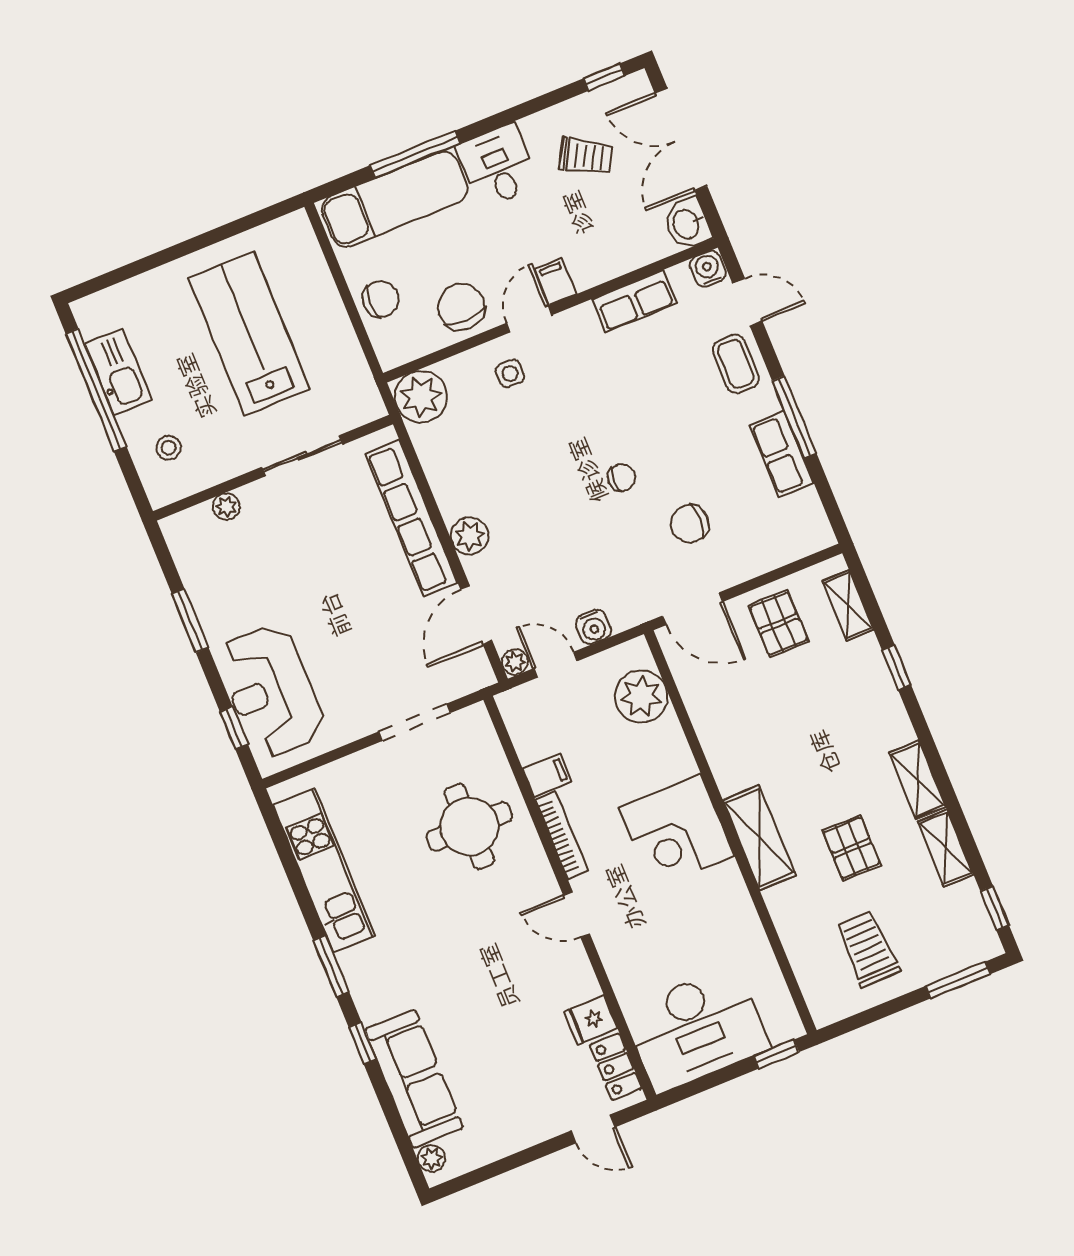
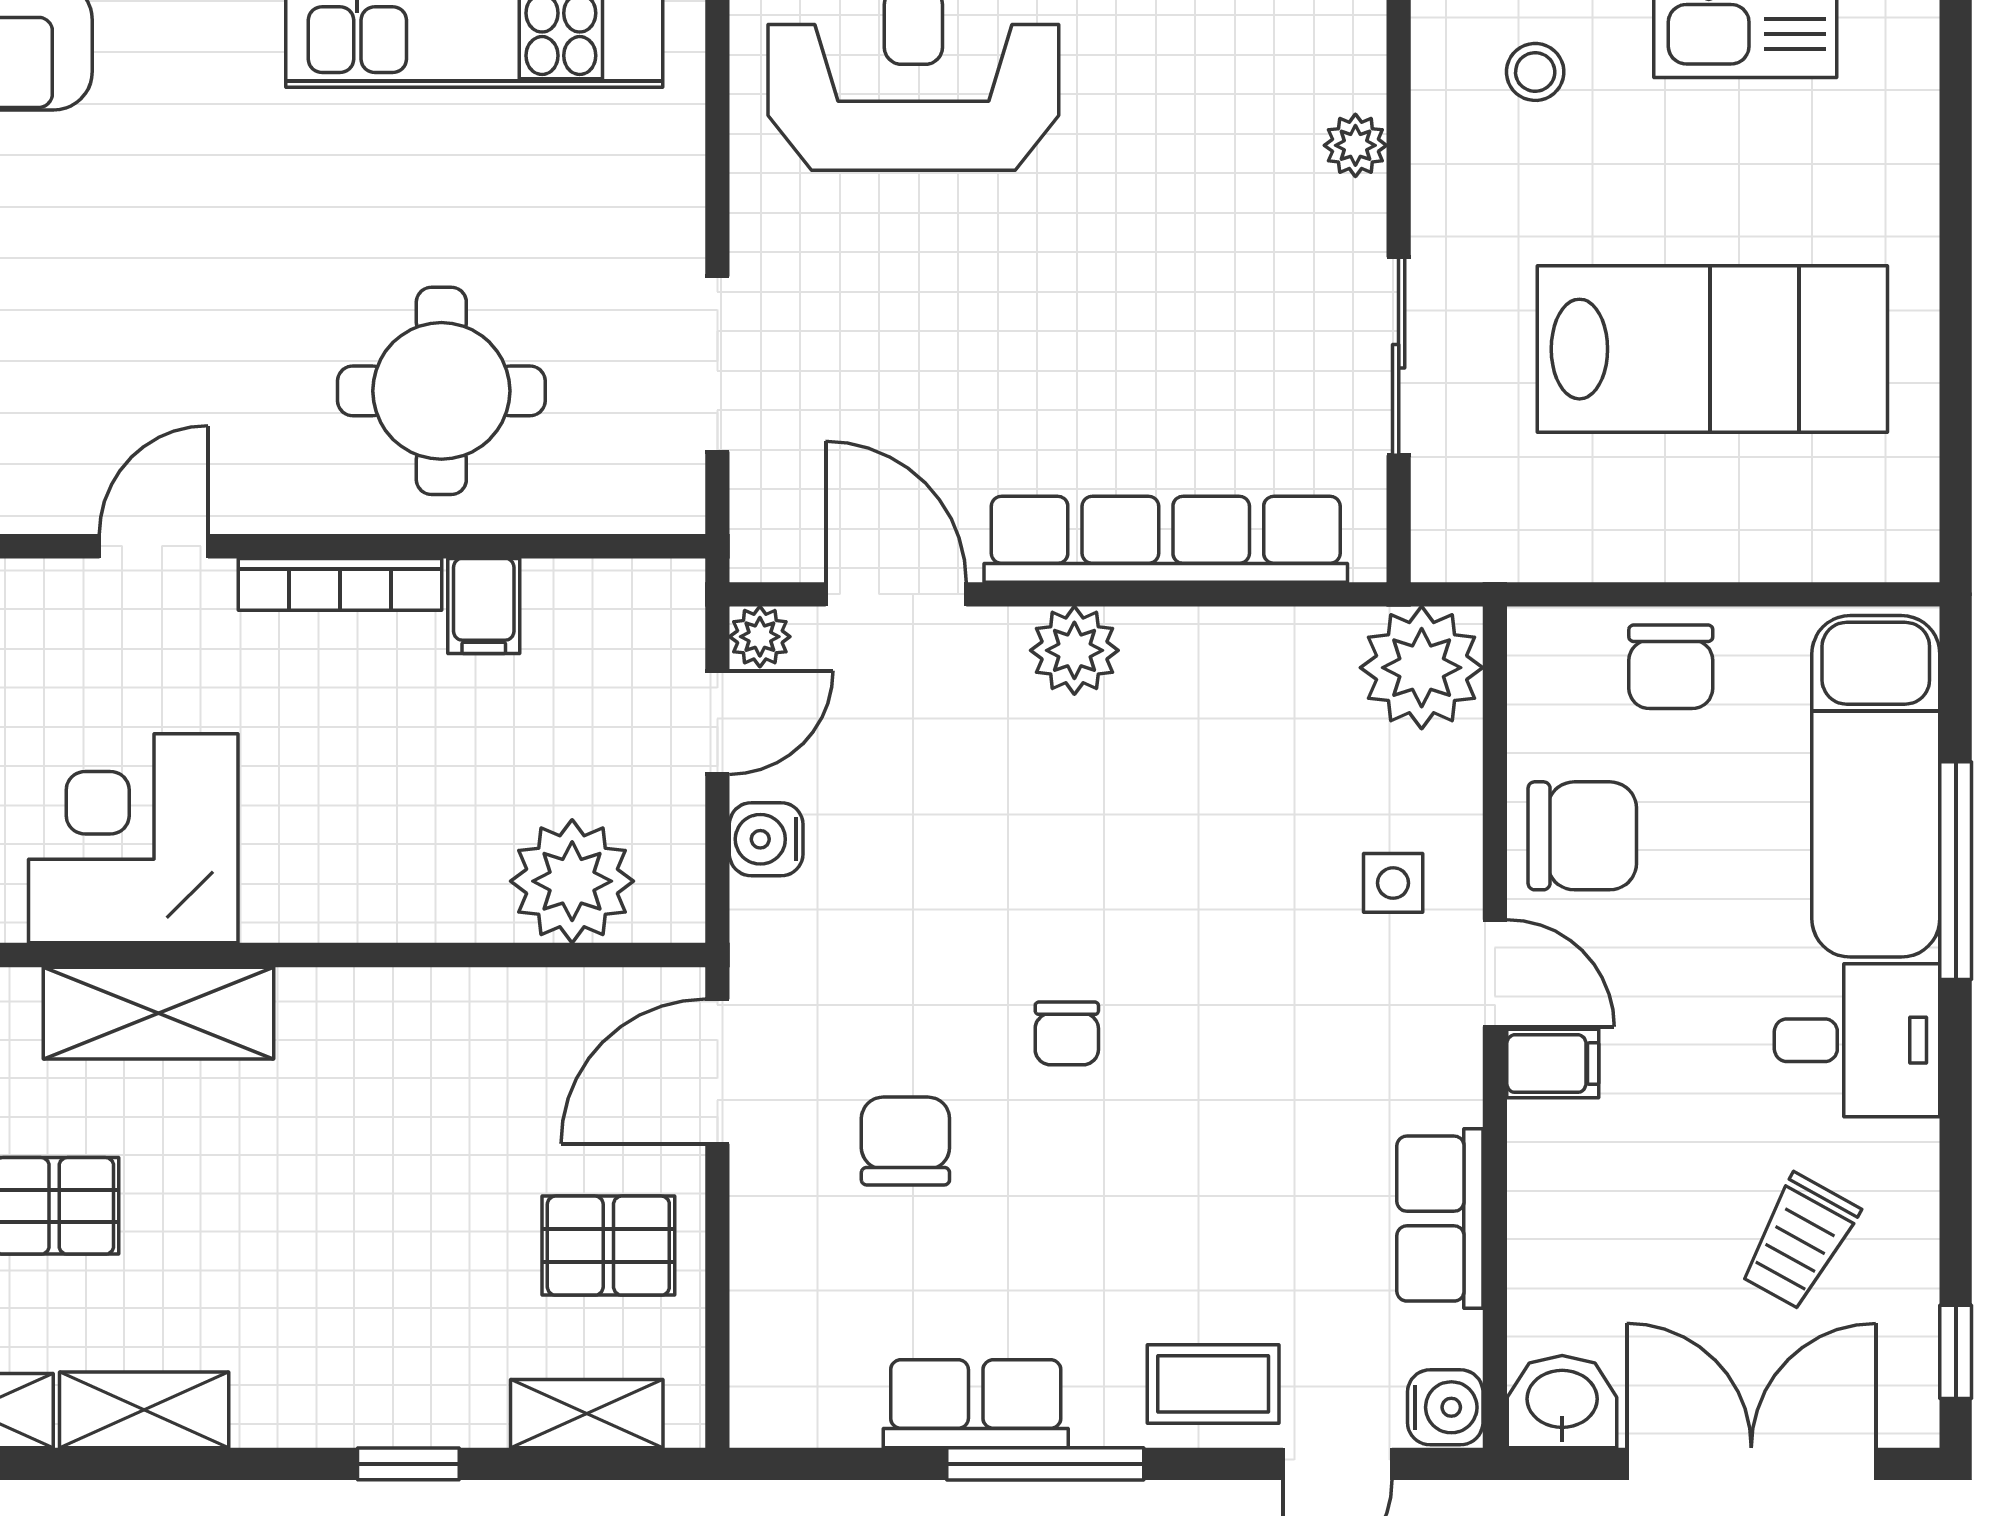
corner desk: (677, 832) -> (133, 838), moved

